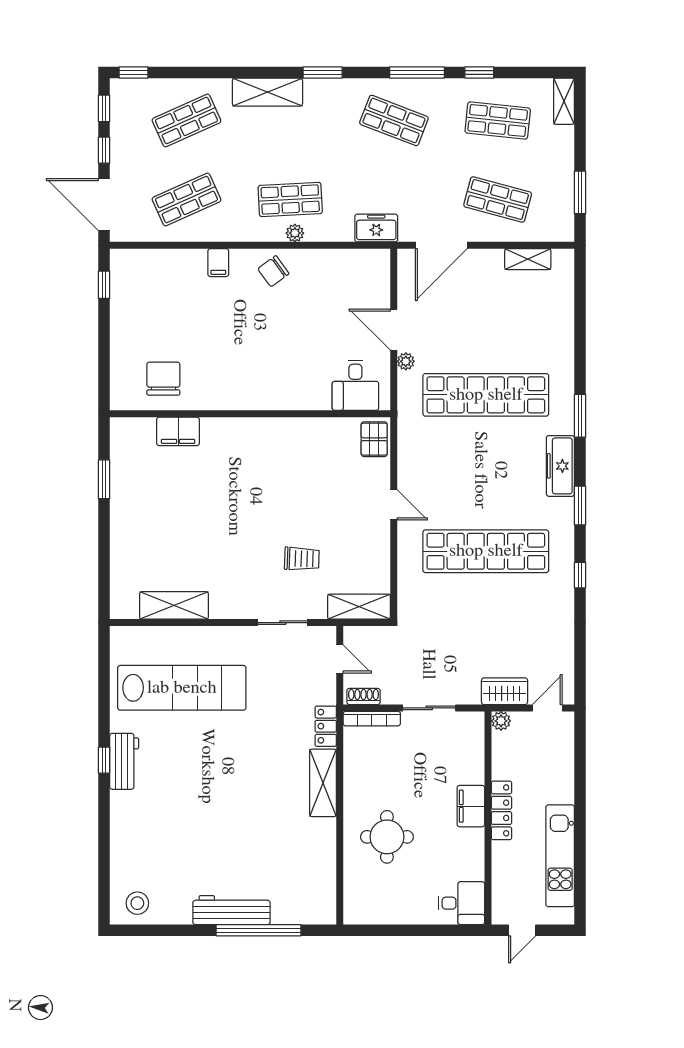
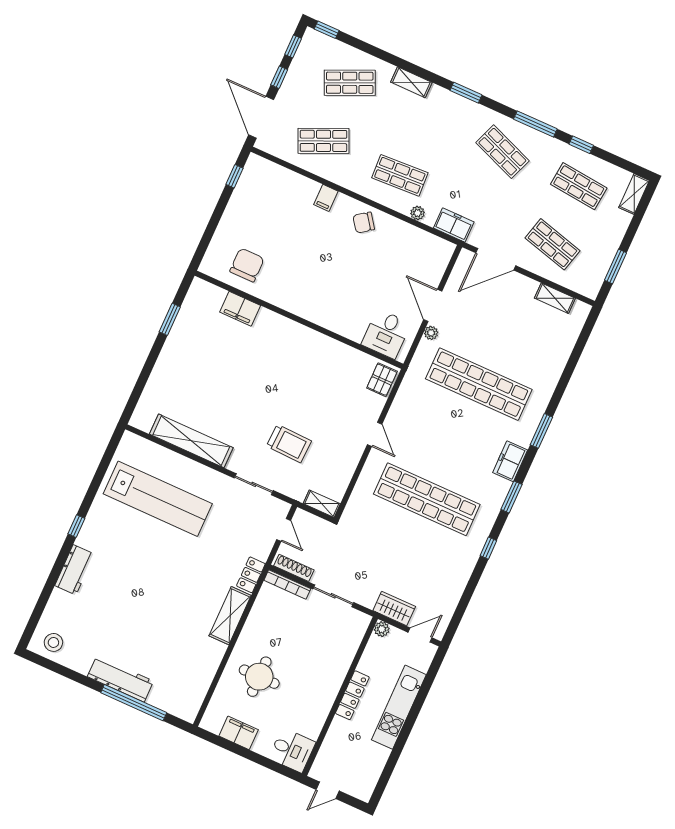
shelving: (267, 92) -> (411, 82), width x0.67, depth x0.75
plant: (295, 233) -> (418, 213), moved
freezer: (560, 466) -> (510, 461), width x0.71
trolley: (302, 559) -> (289, 444), width x1.36, depth x1.39
shelving: (174, 605) -> (191, 441), width x1.47
shelving: (359, 607) -> (322, 504), width x0.67, depth x0.75
shoe rack: (364, 696) -> (294, 568), width x1.43
workbench: (124, 761) -> (75, 570), moved
filing cabinet: (471, 806) -> (239, 733), moved, turned 90
kitchen unit: (560, 856) -> (399, 707), moved

